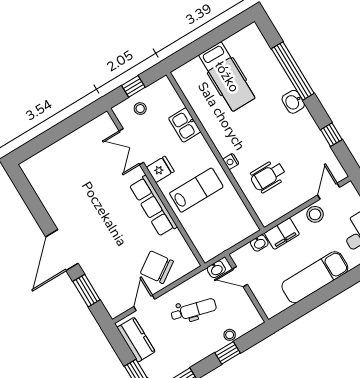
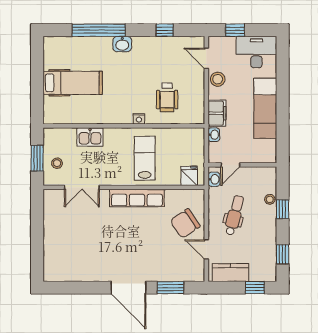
window: (133, 86) -> (37, 158), width x1.50
fridge: (160, 169) -> (189, 176), moved

